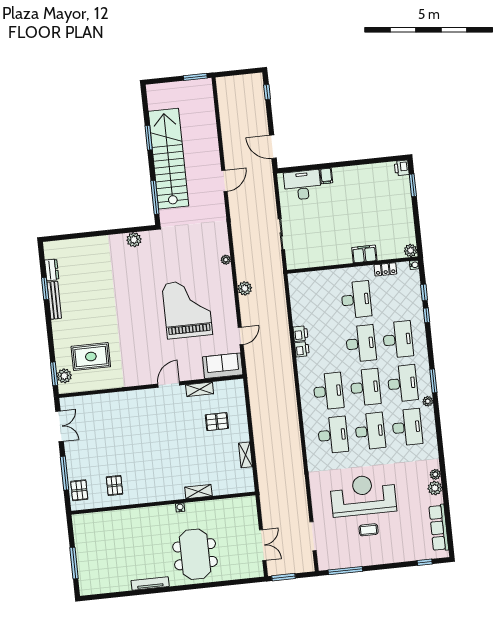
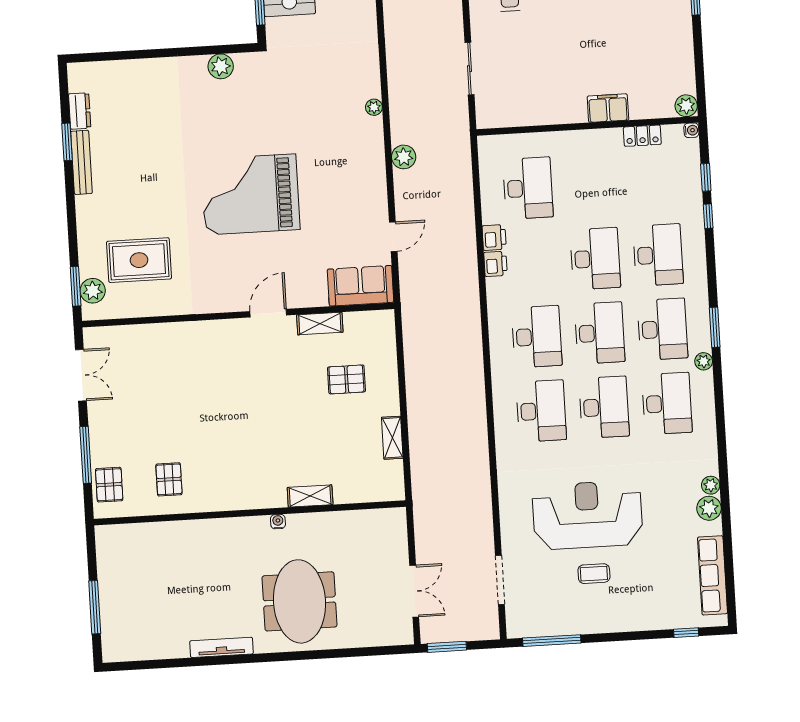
desk: (356, 300) -> (528, 188), moved
grand piano: (187, 309) -> (250, 194), moved, turned -90

